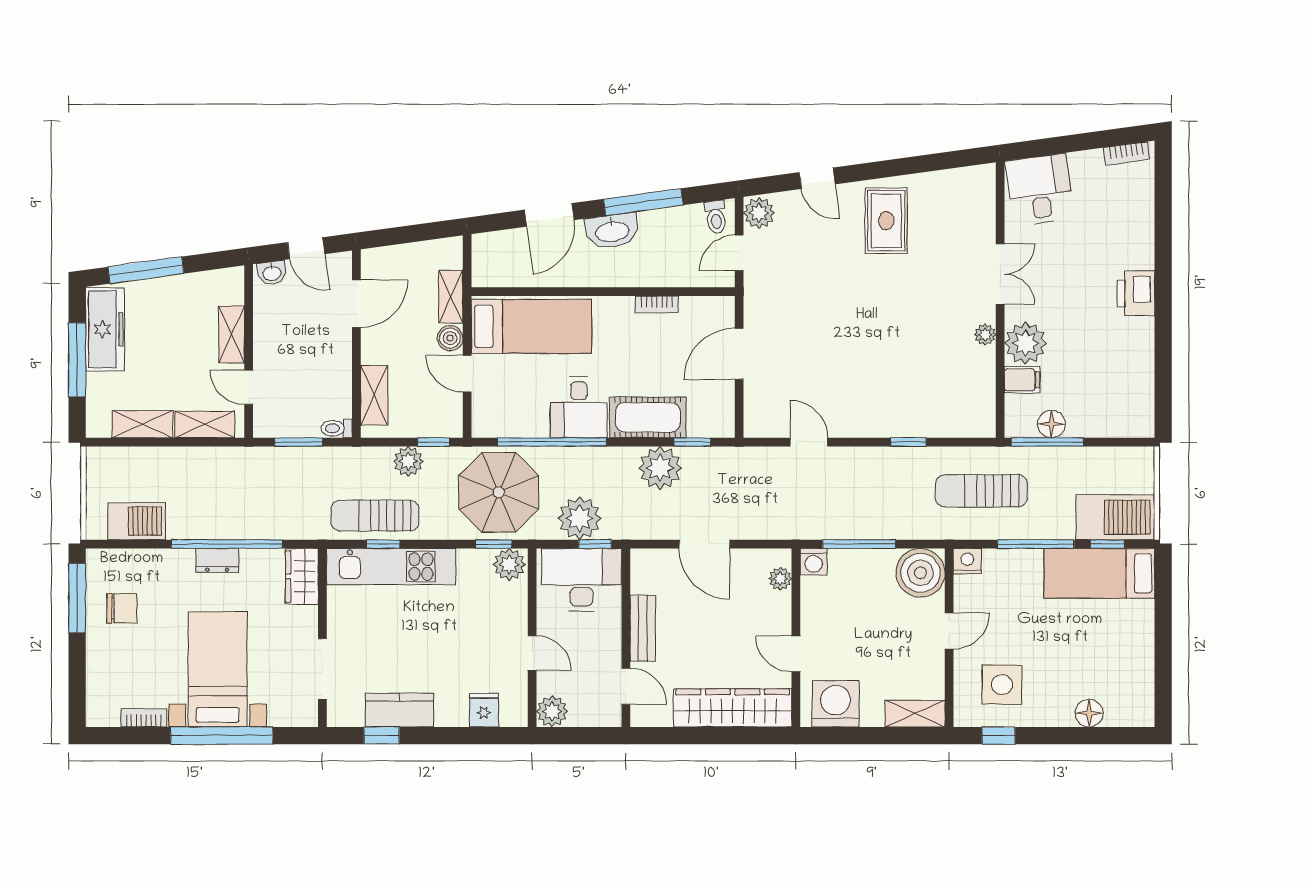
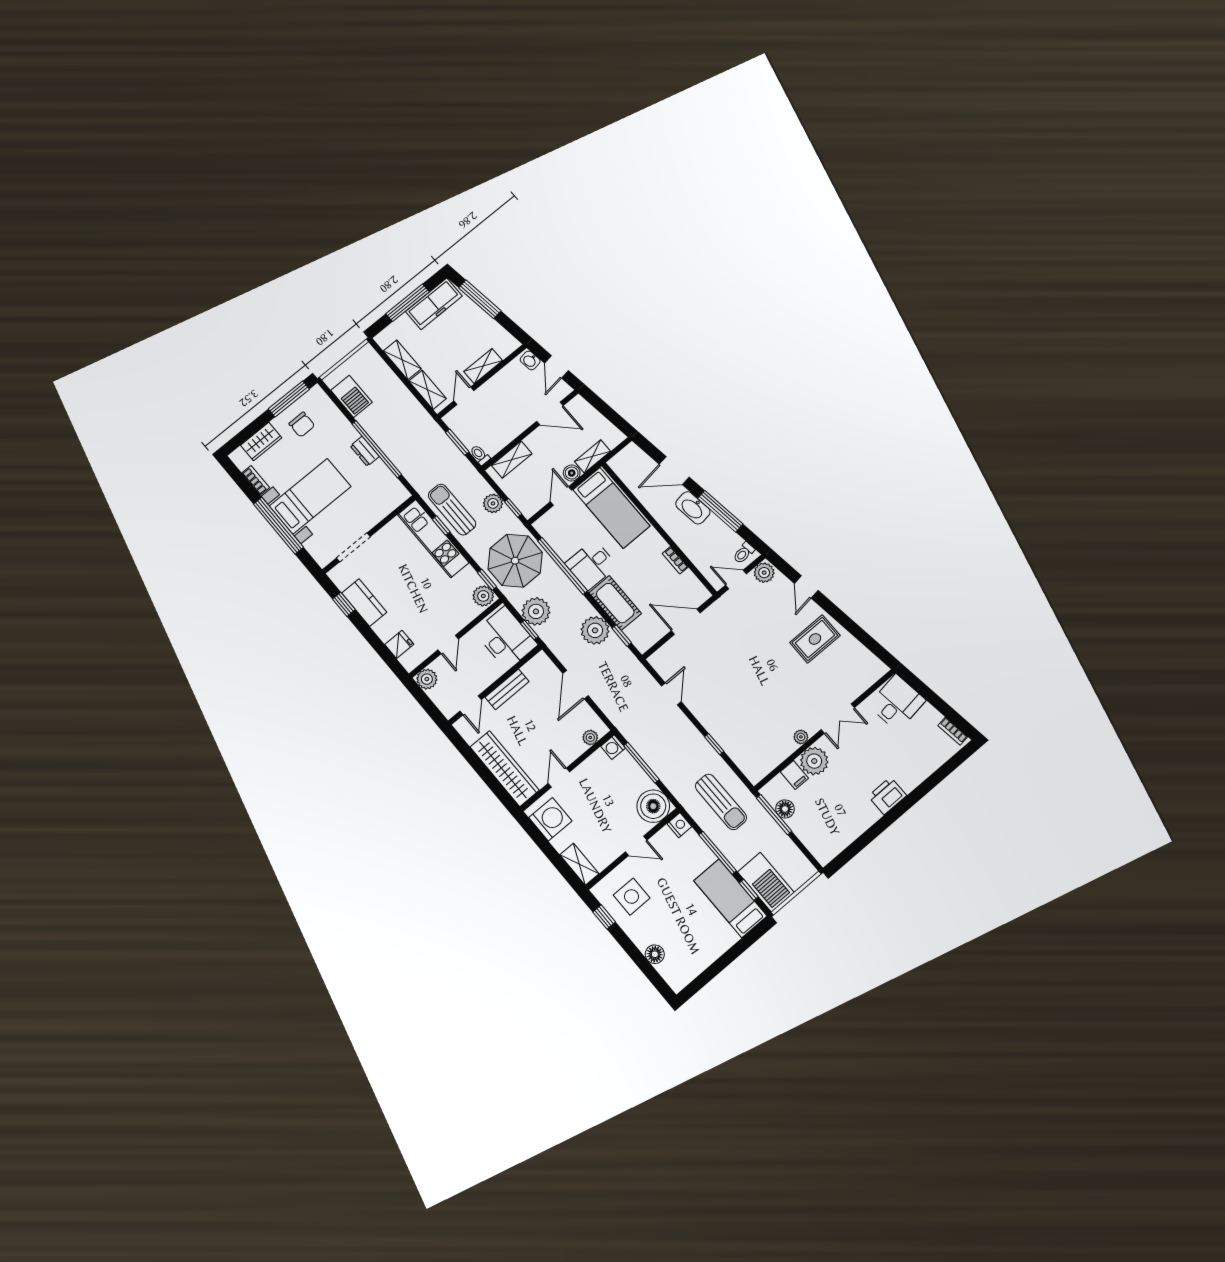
sun lounger: (981, 491) -> (721, 802), turned 180
wardrobe: (302, 576) -> (261, 442), moved, turned 180

